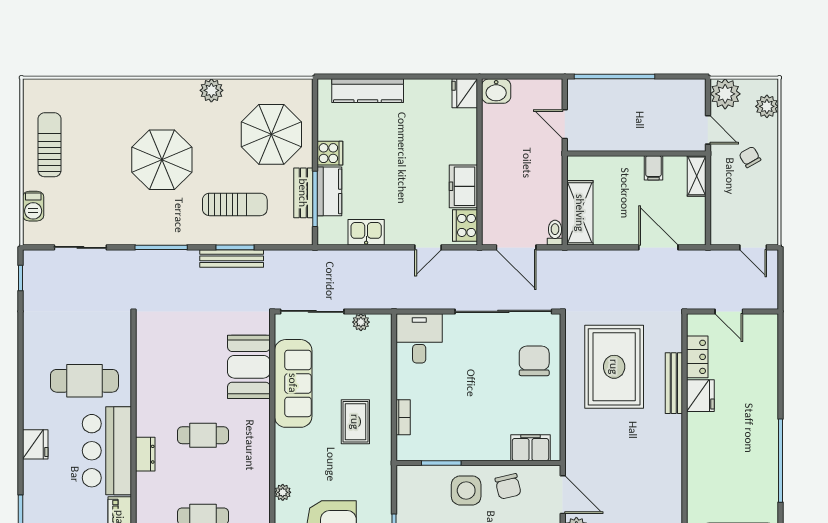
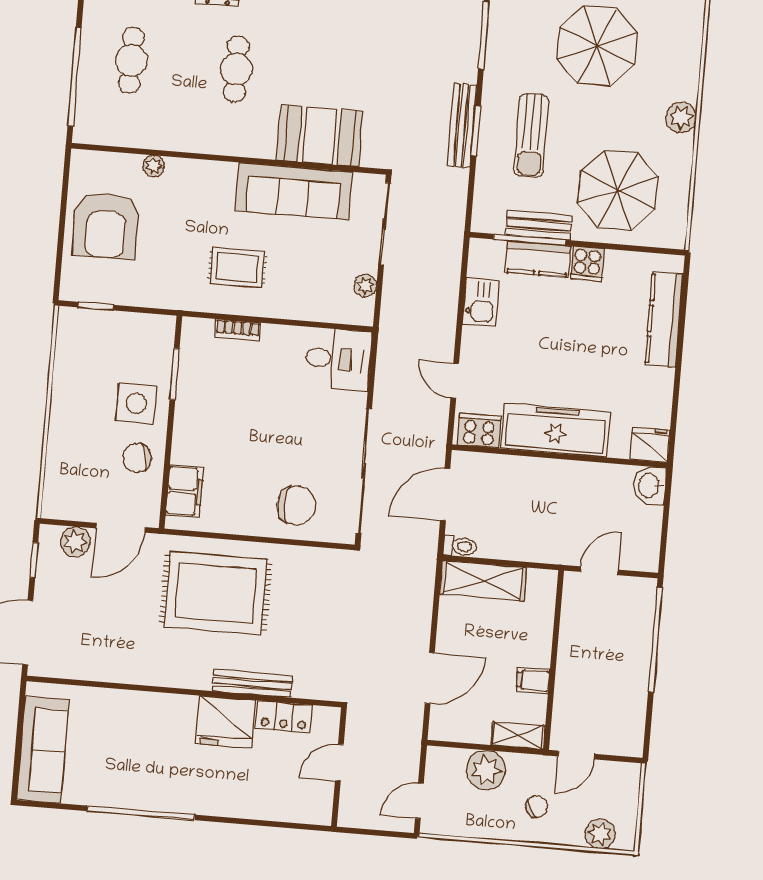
plant: (725, 94) -> (486, 770), moved
freezer: (463, 186) -> (556, 430), width x1.91, depth x1.26
rug: (614, 367) -> (216, 593), moved
fridge: (700, 396) -> (225, 722), width x1.36, depth x1.34

